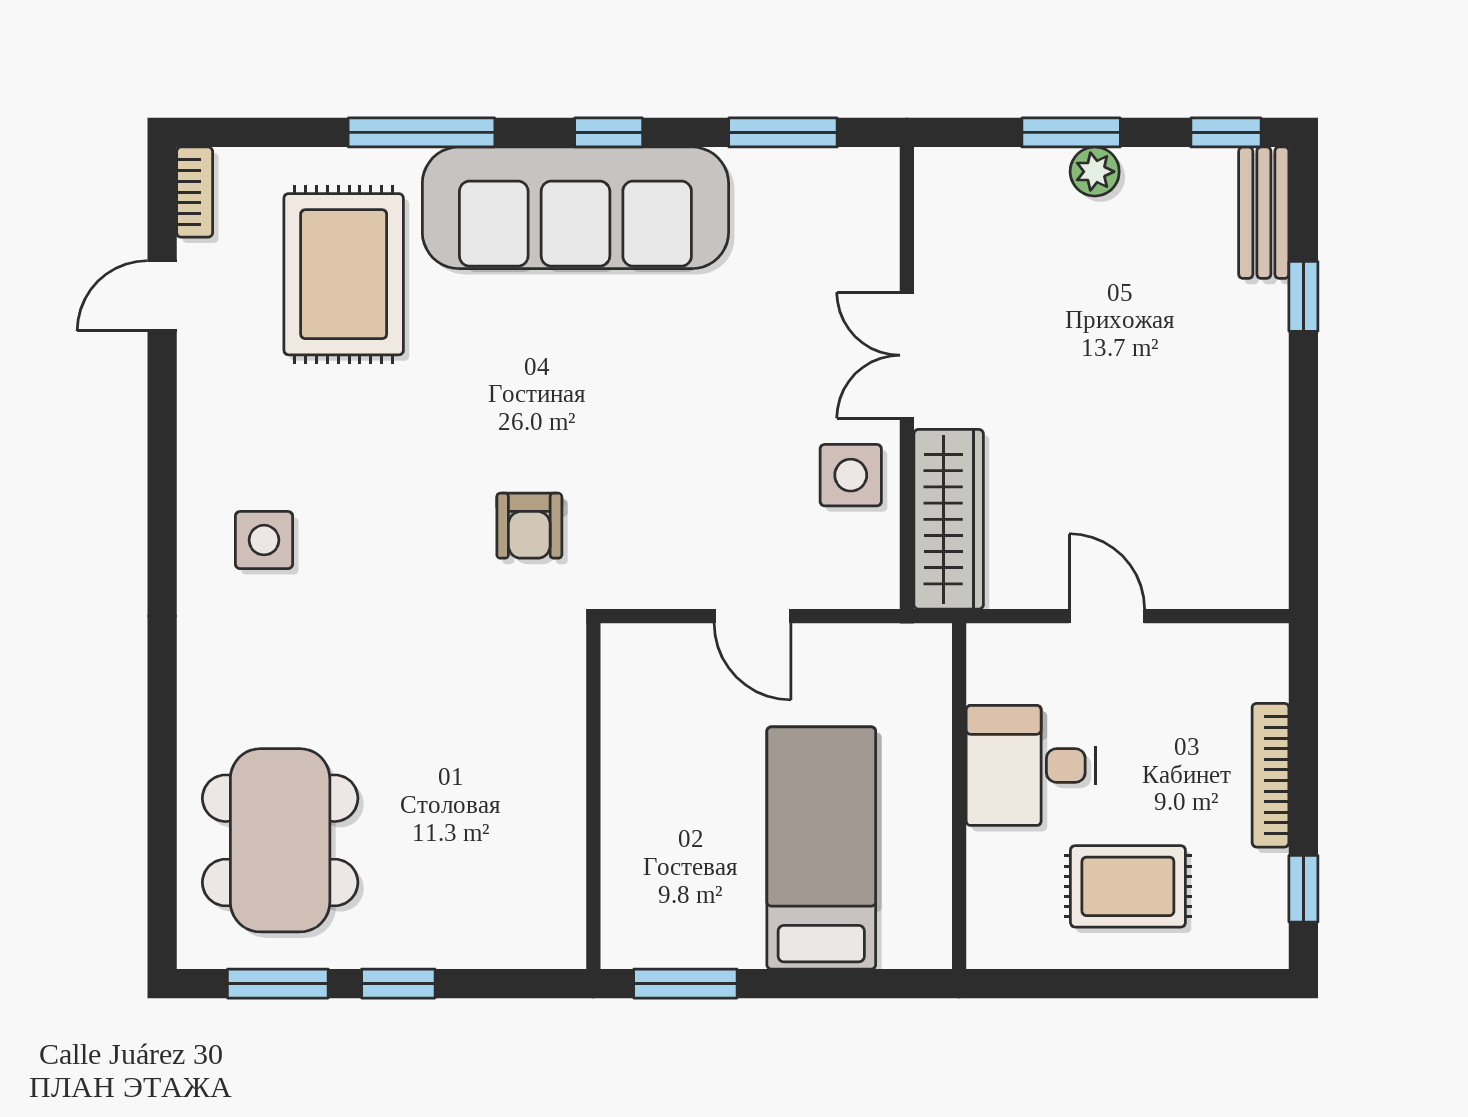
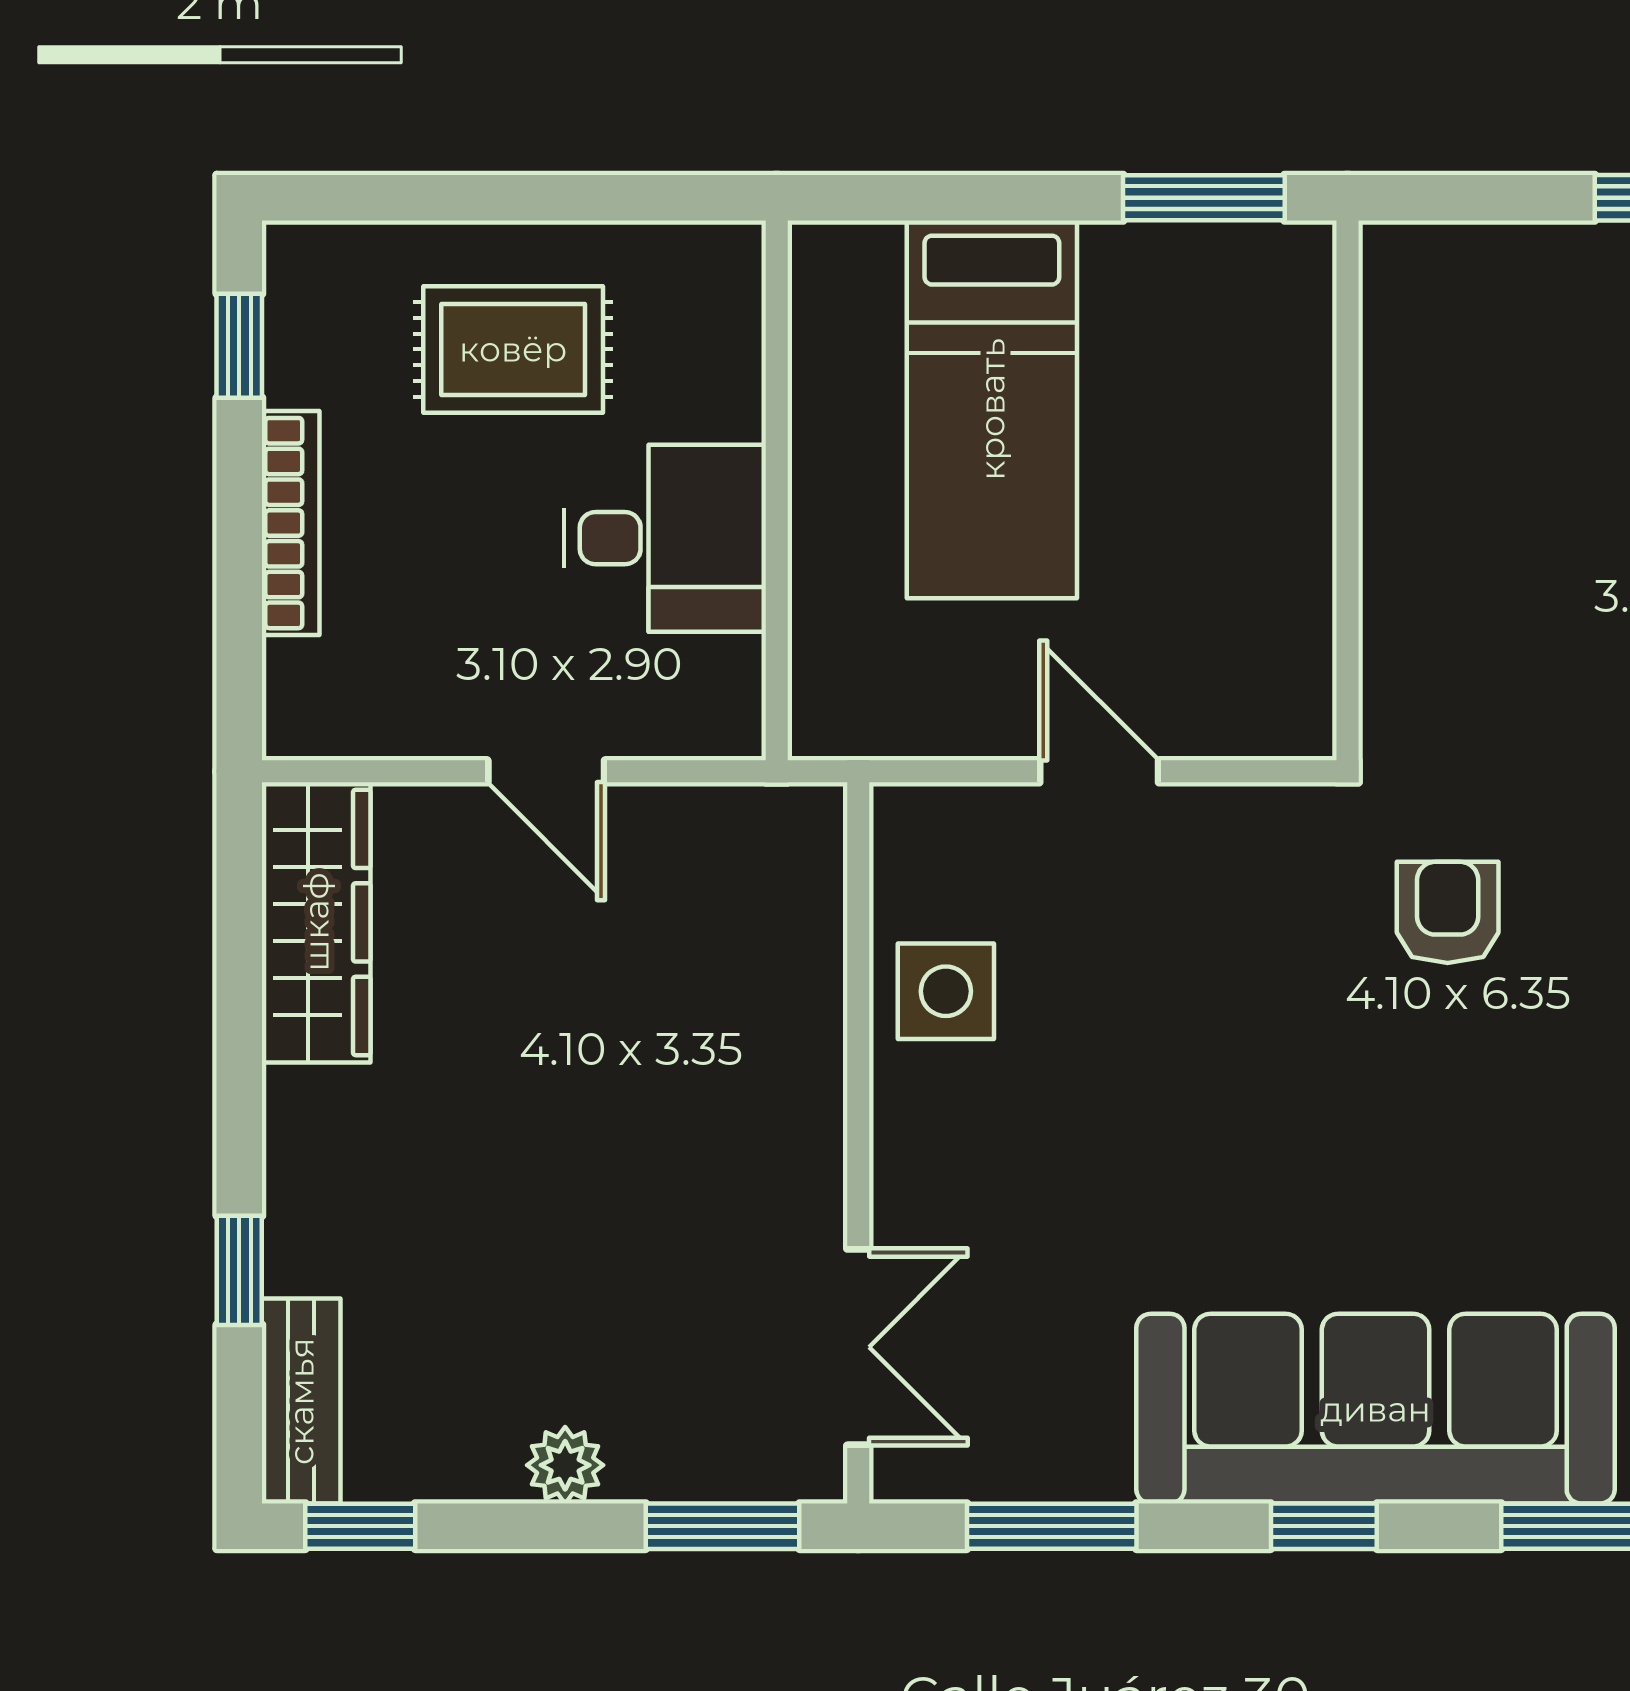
window: (1071, 132) -> (723, 1526), moved
double door: (907, 355) -> (858, 1347), moved
wardrobe: (949, 519) -> (316, 922), moved, turned 180

